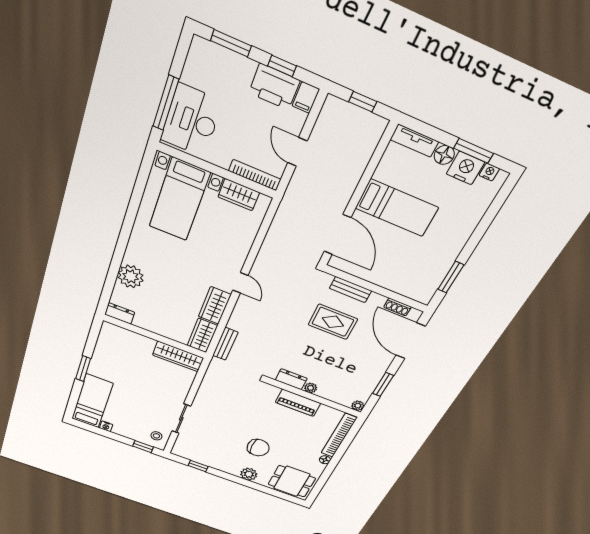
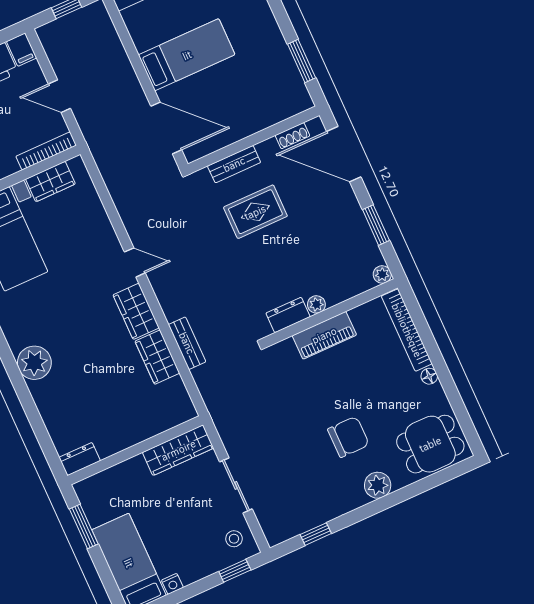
dresser: (120, 313) -> (80, 459), moved
wall: (155, 337) -> (135, 450), moved
wardrobe: (178, 356) -> (178, 450), moved

